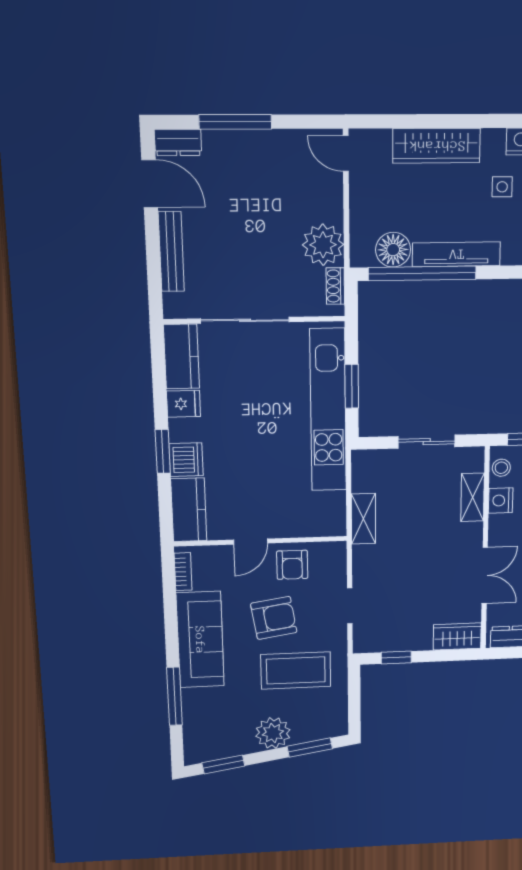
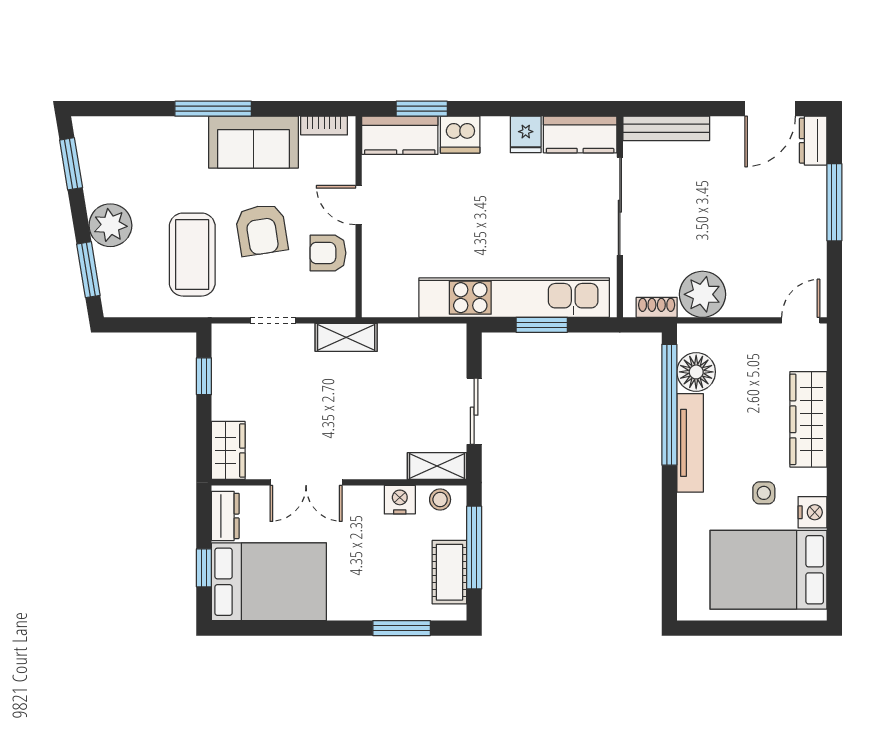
bench: (171, 252) -> (666, 128), moved
window: (163, 451) -> (422, 109), moved
shelving: (473, 497) -> (437, 466), moved
shelving: (363, 519) -> (346, 337), moved
sofa: (200, 640) -> (253, 142), width x0.73
window: (174, 696) -> (213, 109), moved

